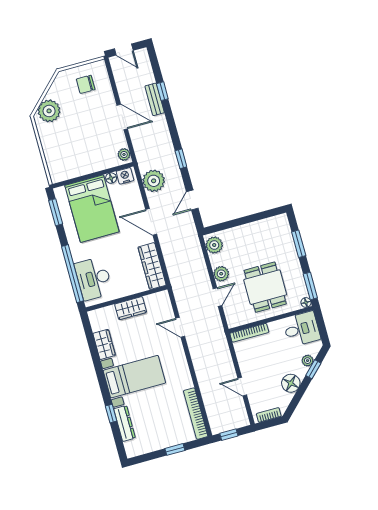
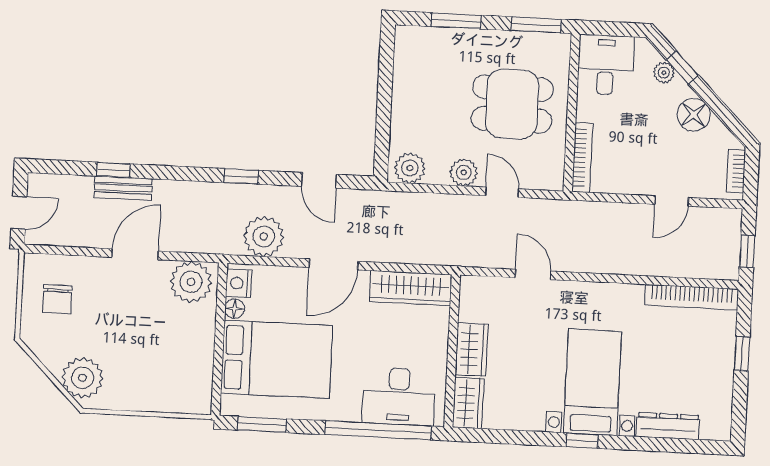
plant: (124, 154) -> (191, 282), width x1.87, depth x1.87
floor lamp: (306, 302) -> (562, 42), removed
door: (180, 327) -> (533, 274), swing flipped
wardrobe: (104, 344) -> (468, 403), moved, turned 90
window: (111, 414) -> (582, 441), moved

